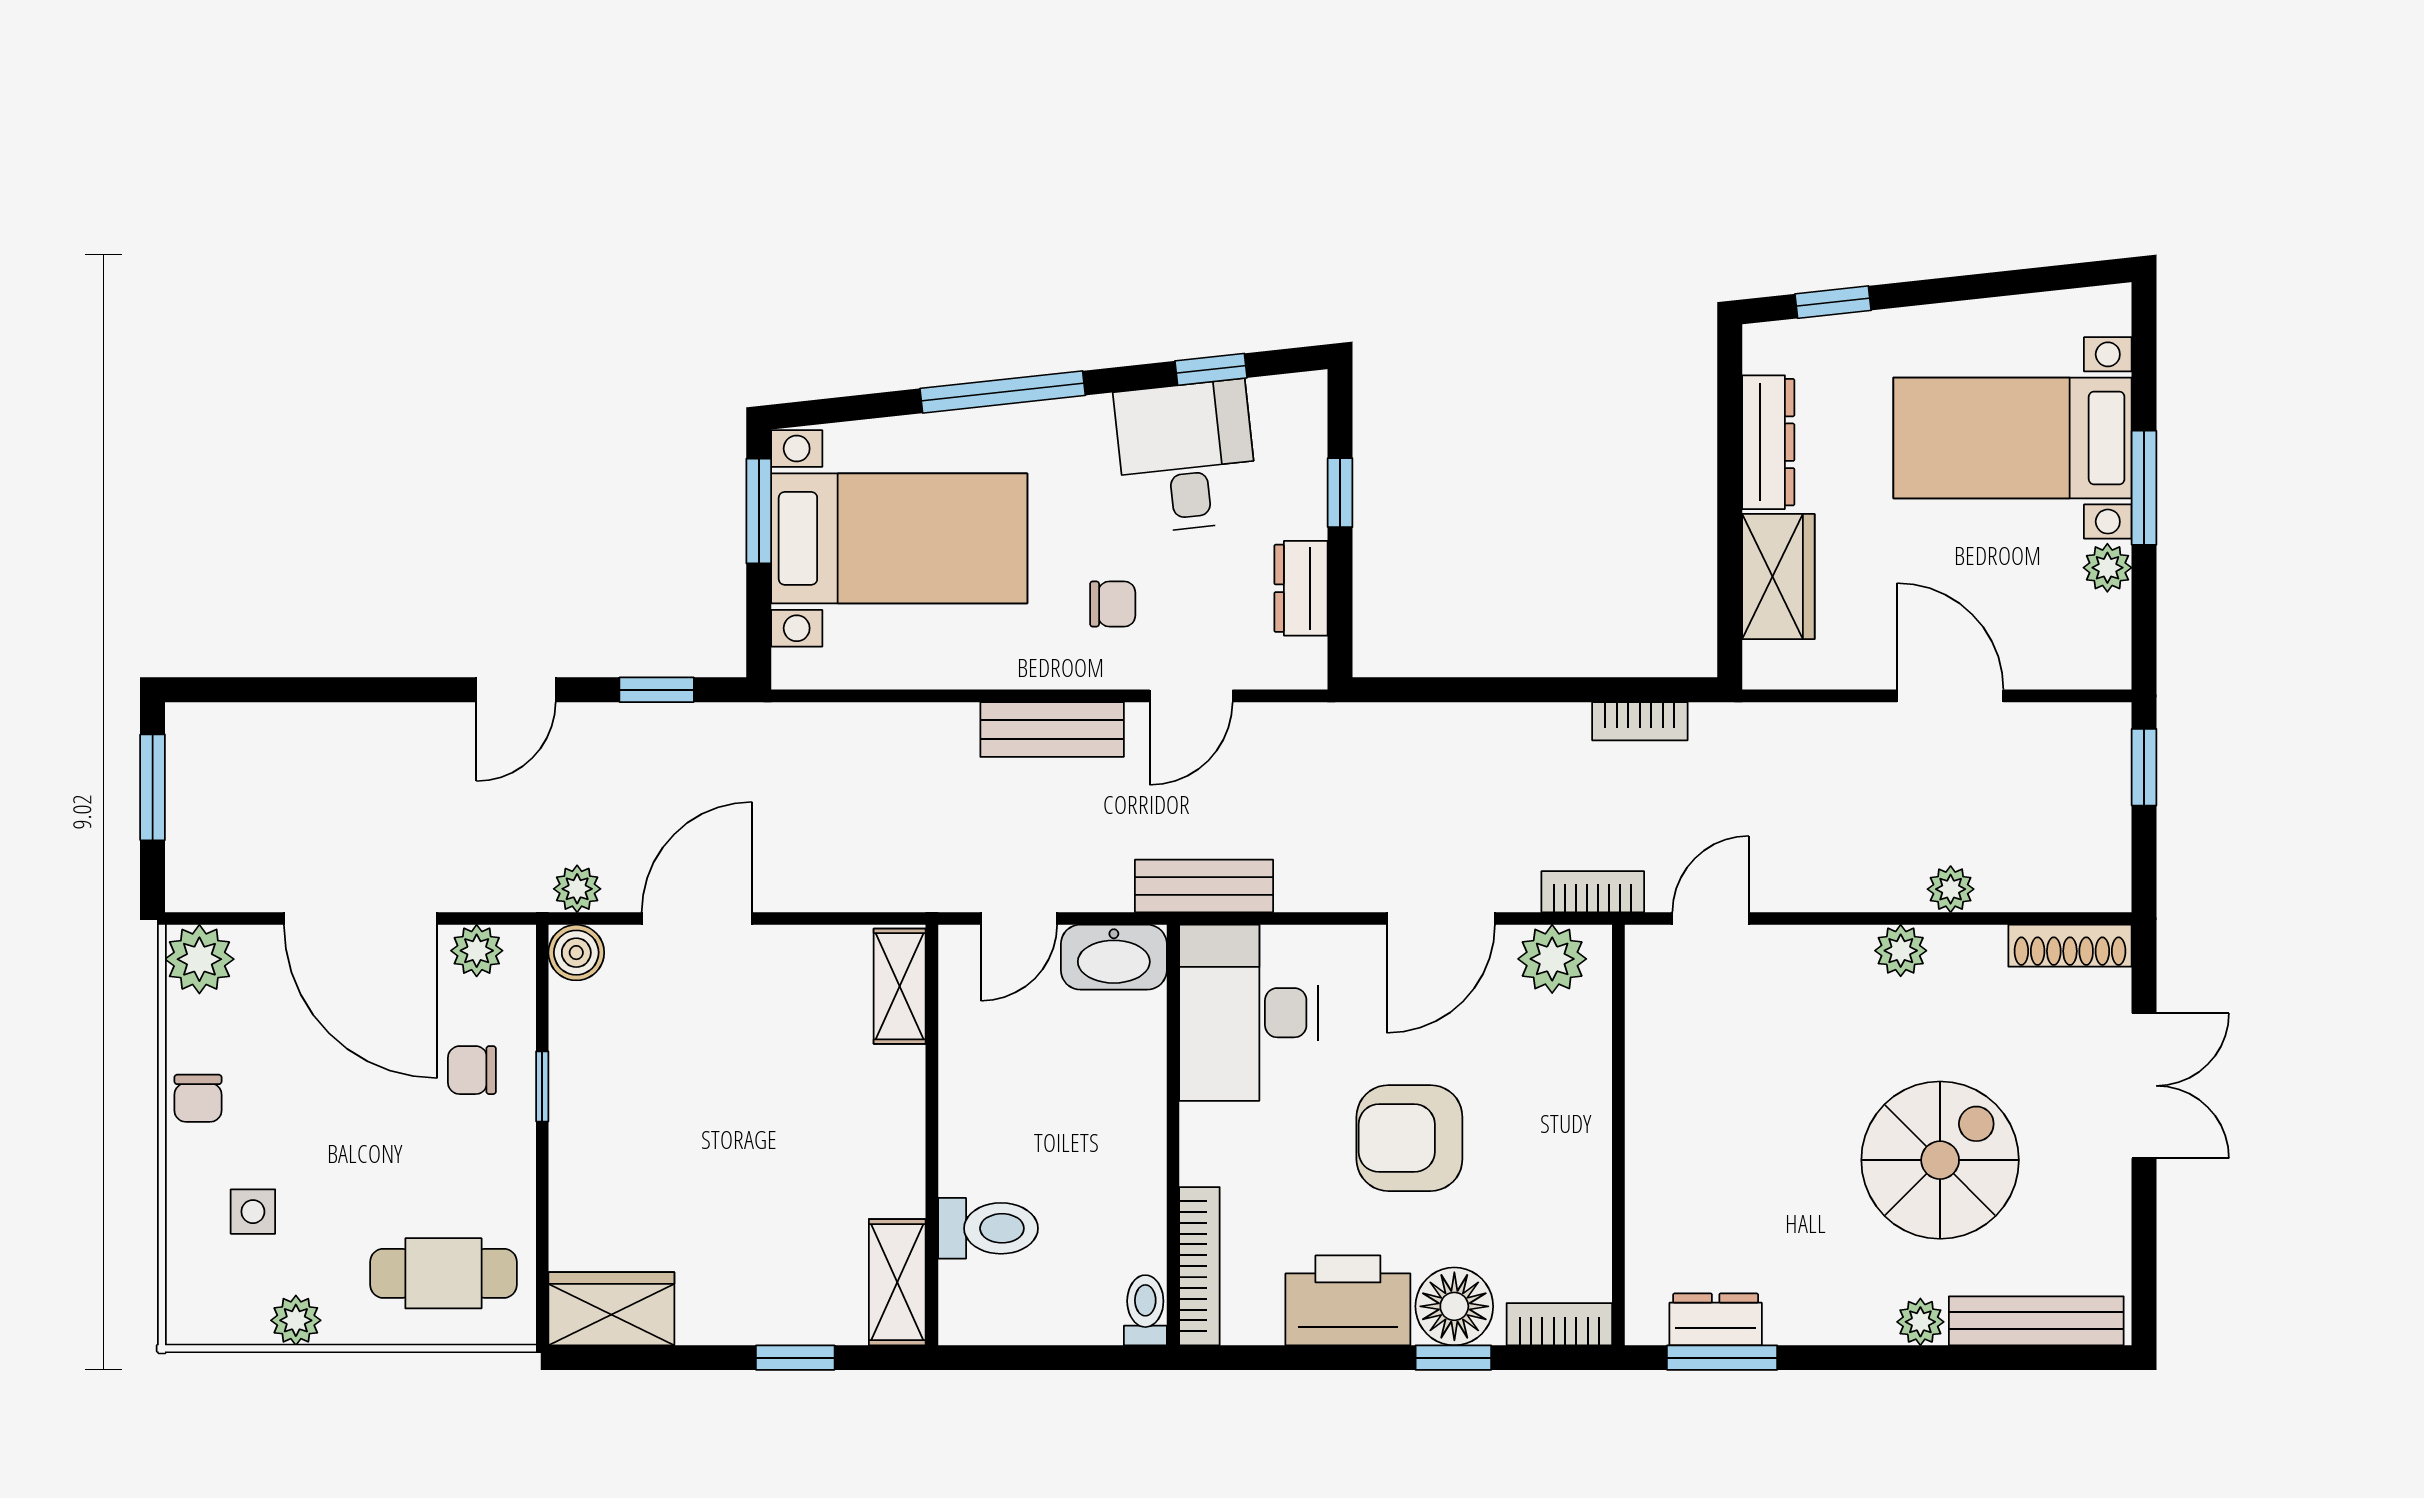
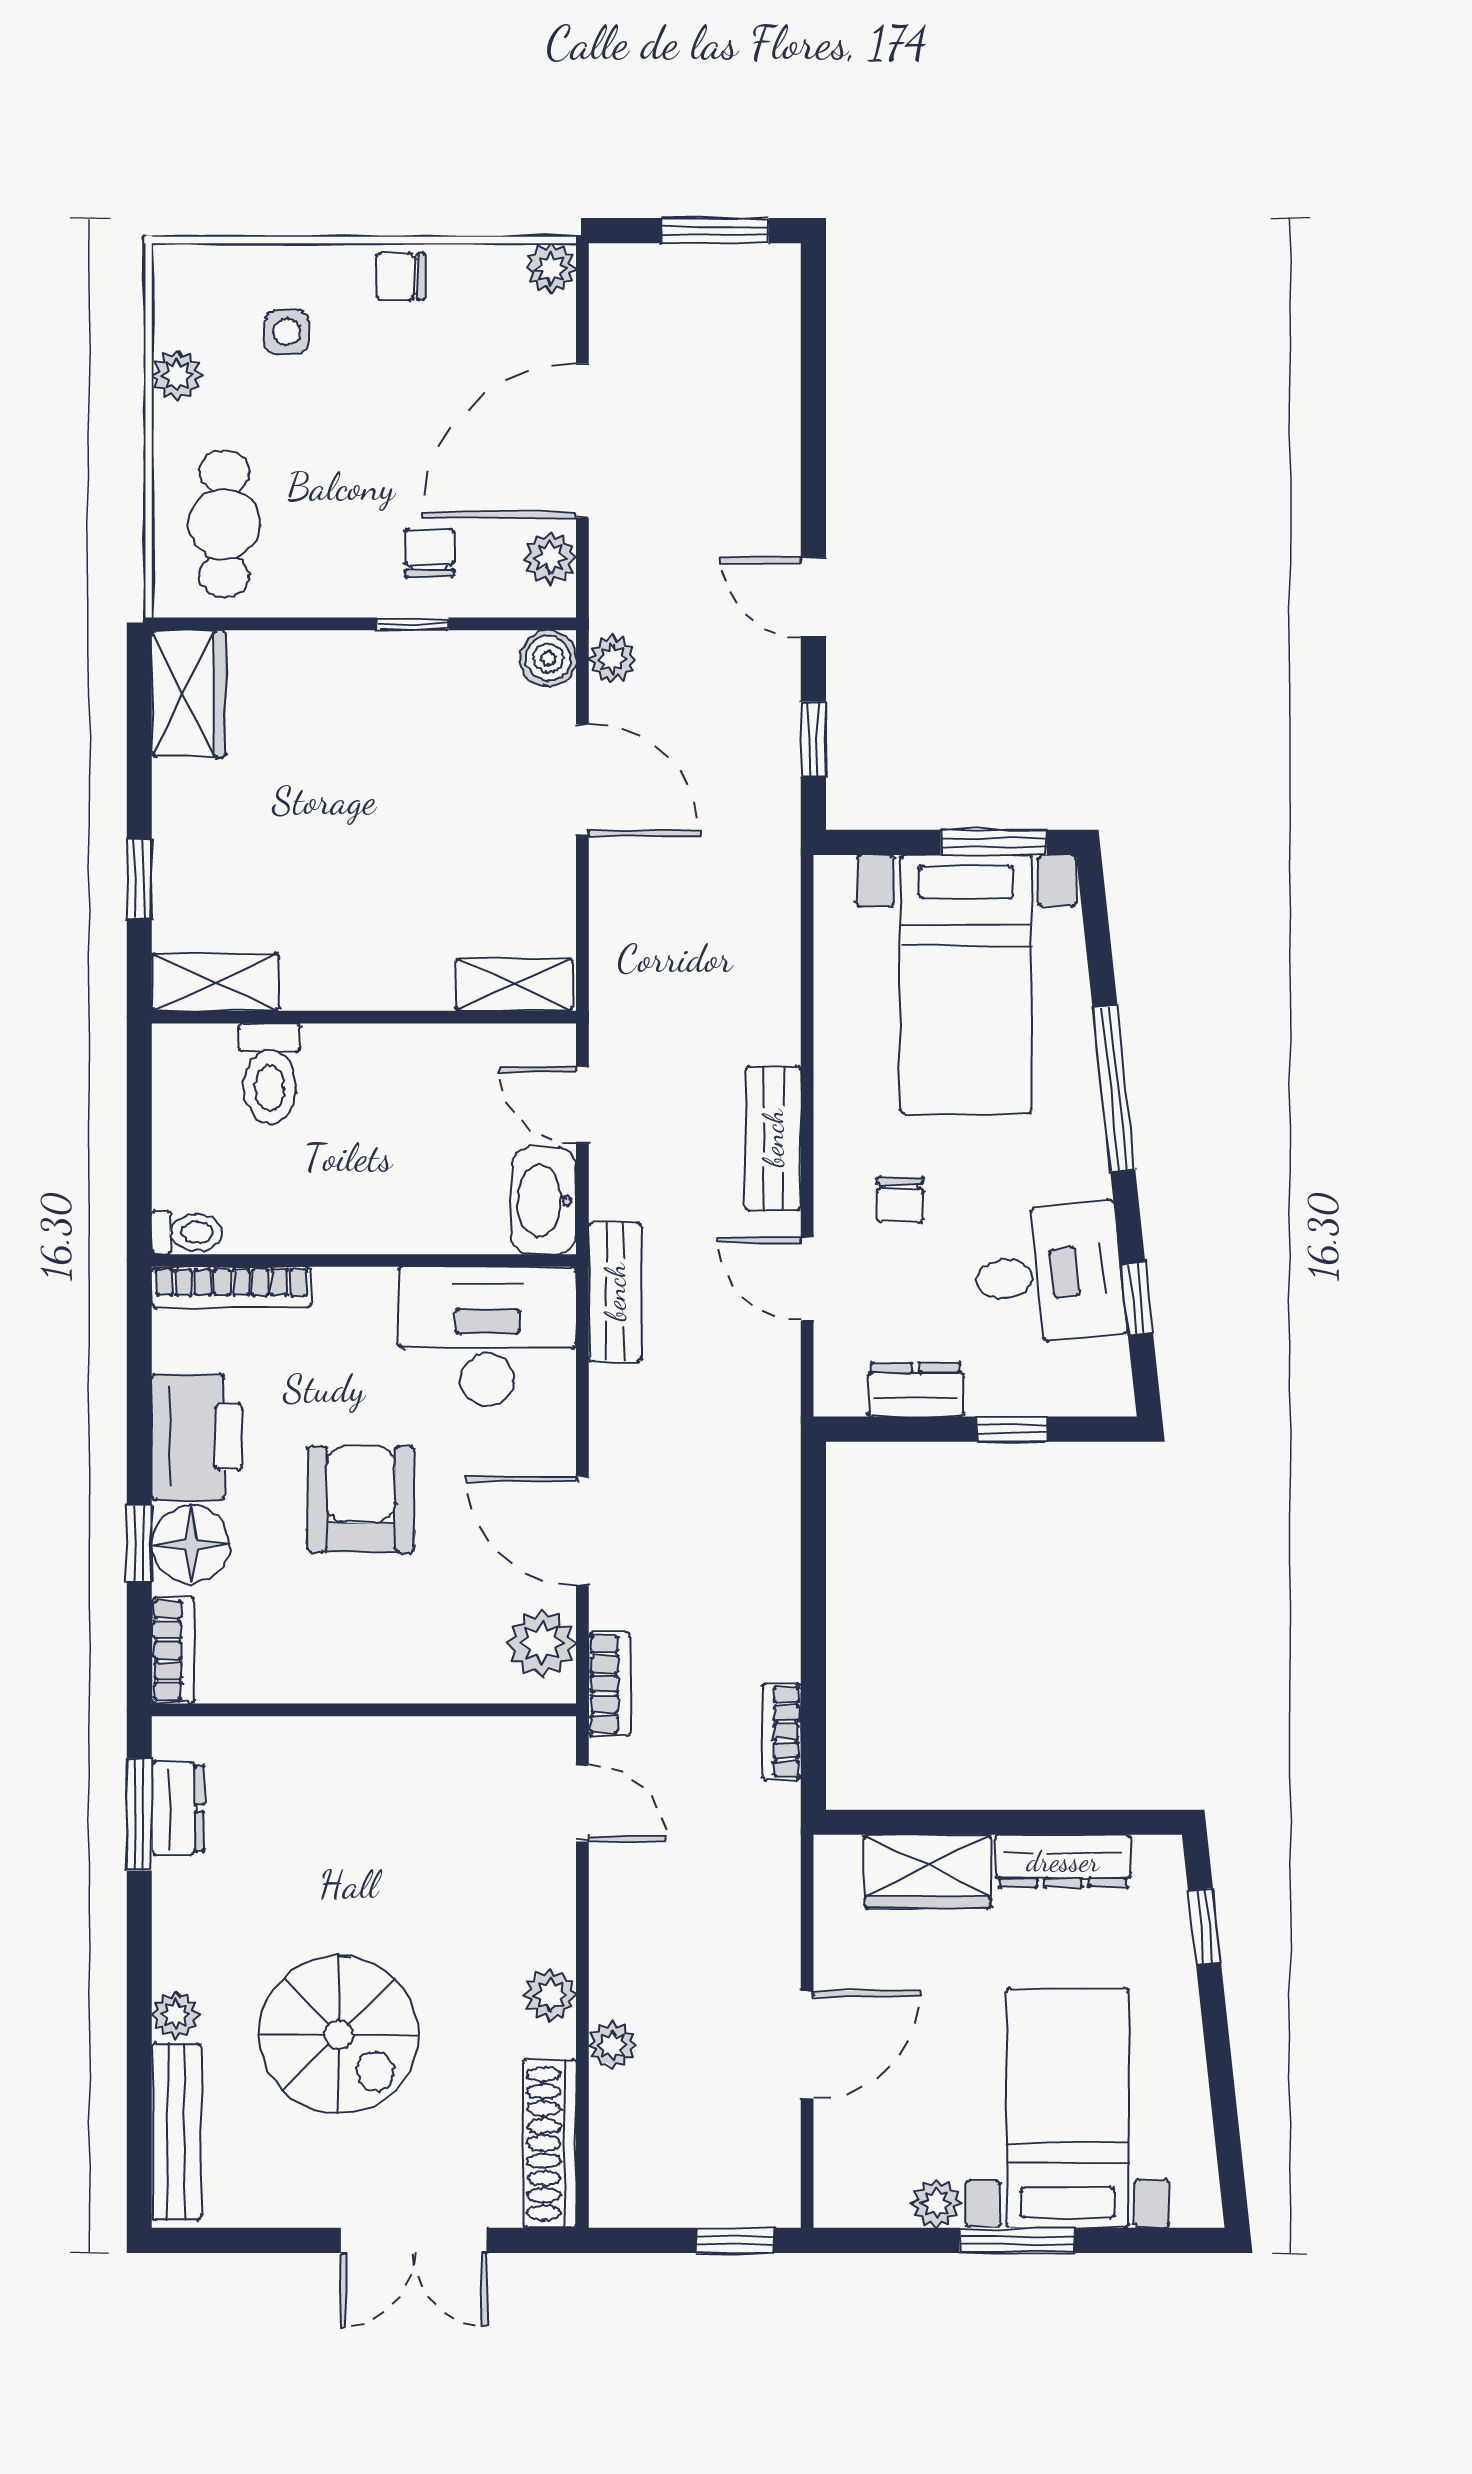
shoe rack: (2070, 946) -> (550, 2143), width x1.36, depth x1.24
plant: (199, 959) -> (551, 268), width x0.73, depth x0.73

